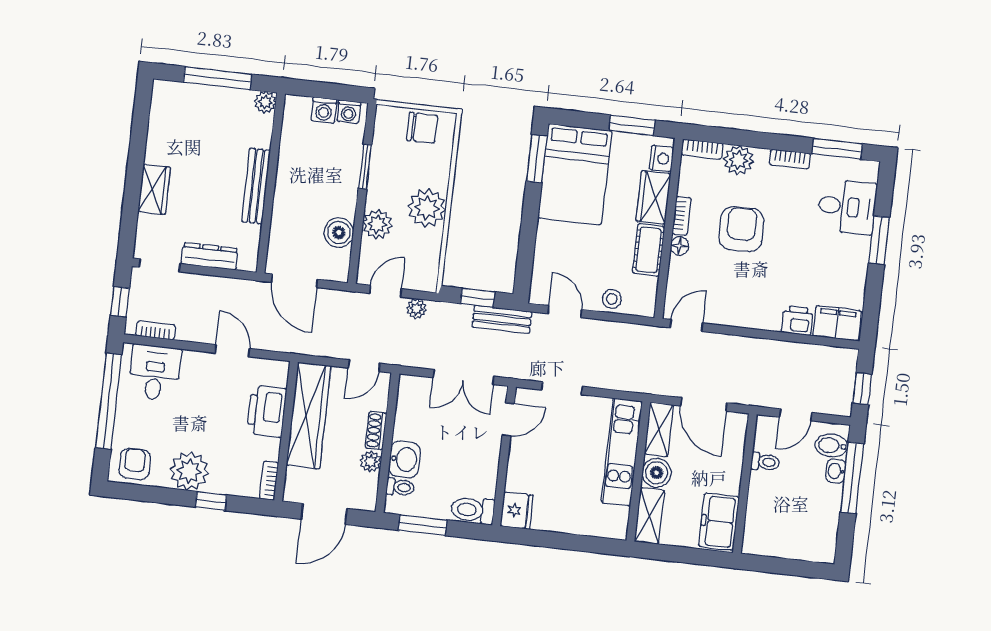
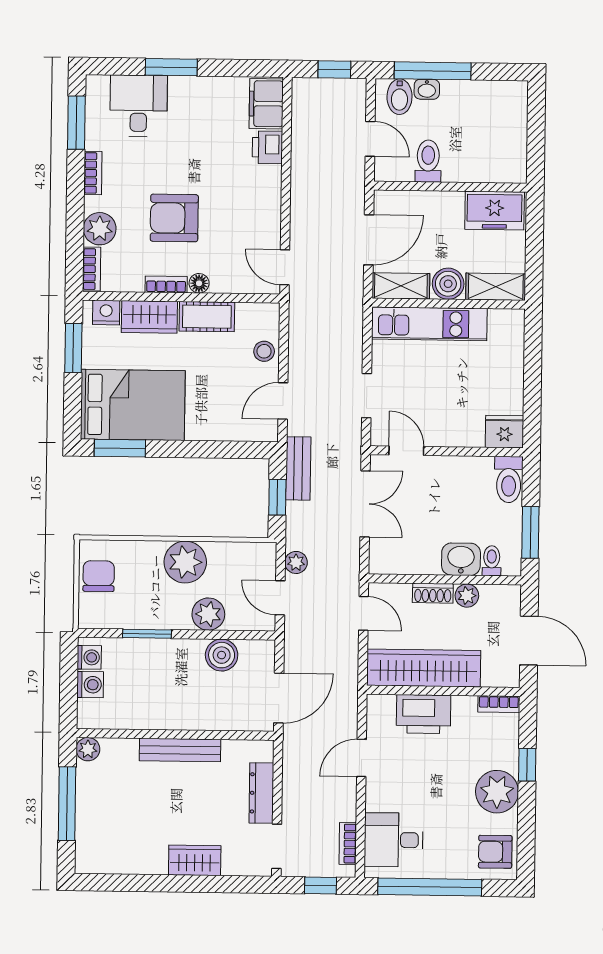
toilet: (765, 462) -> (428, 161), width x1.37, depth x1.39

